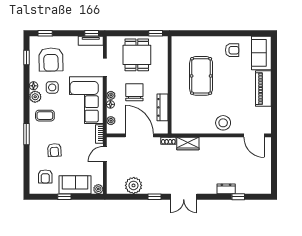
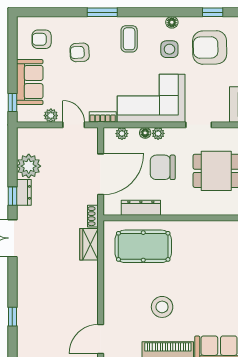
armchair: (232, 50) -> (223, 308), removed
pool table: (201, 76) -> (143, 246), moved
chair: (134, 92) -> (163, 167), turned 180
plant: (35, 97) -> (156, 25), removed
stool: (223, 123) -> (162, 307), moved
plant: (98, 189) -> (51, 116), moved
dresser: (226, 189) -> (24, 192), moved
window: (64, 197) -> (12, 103), moved

